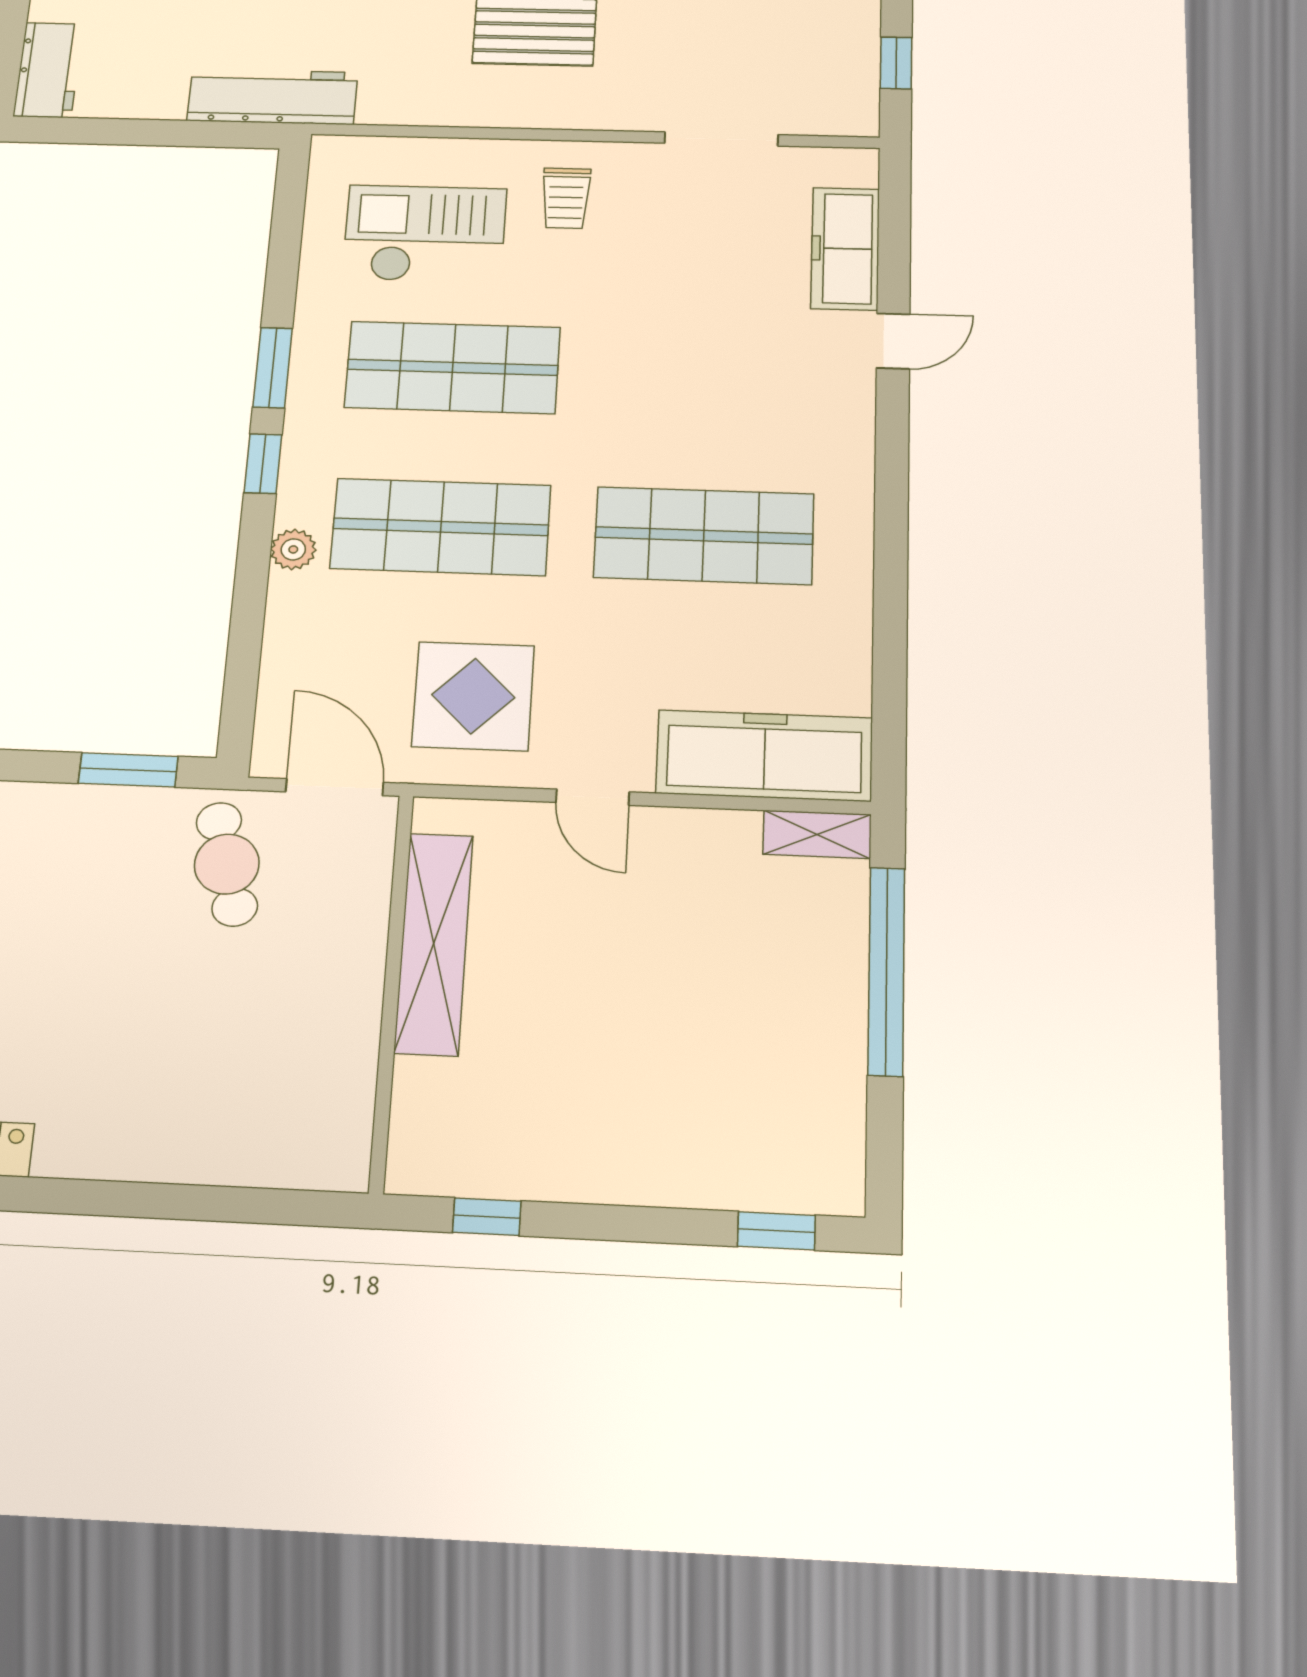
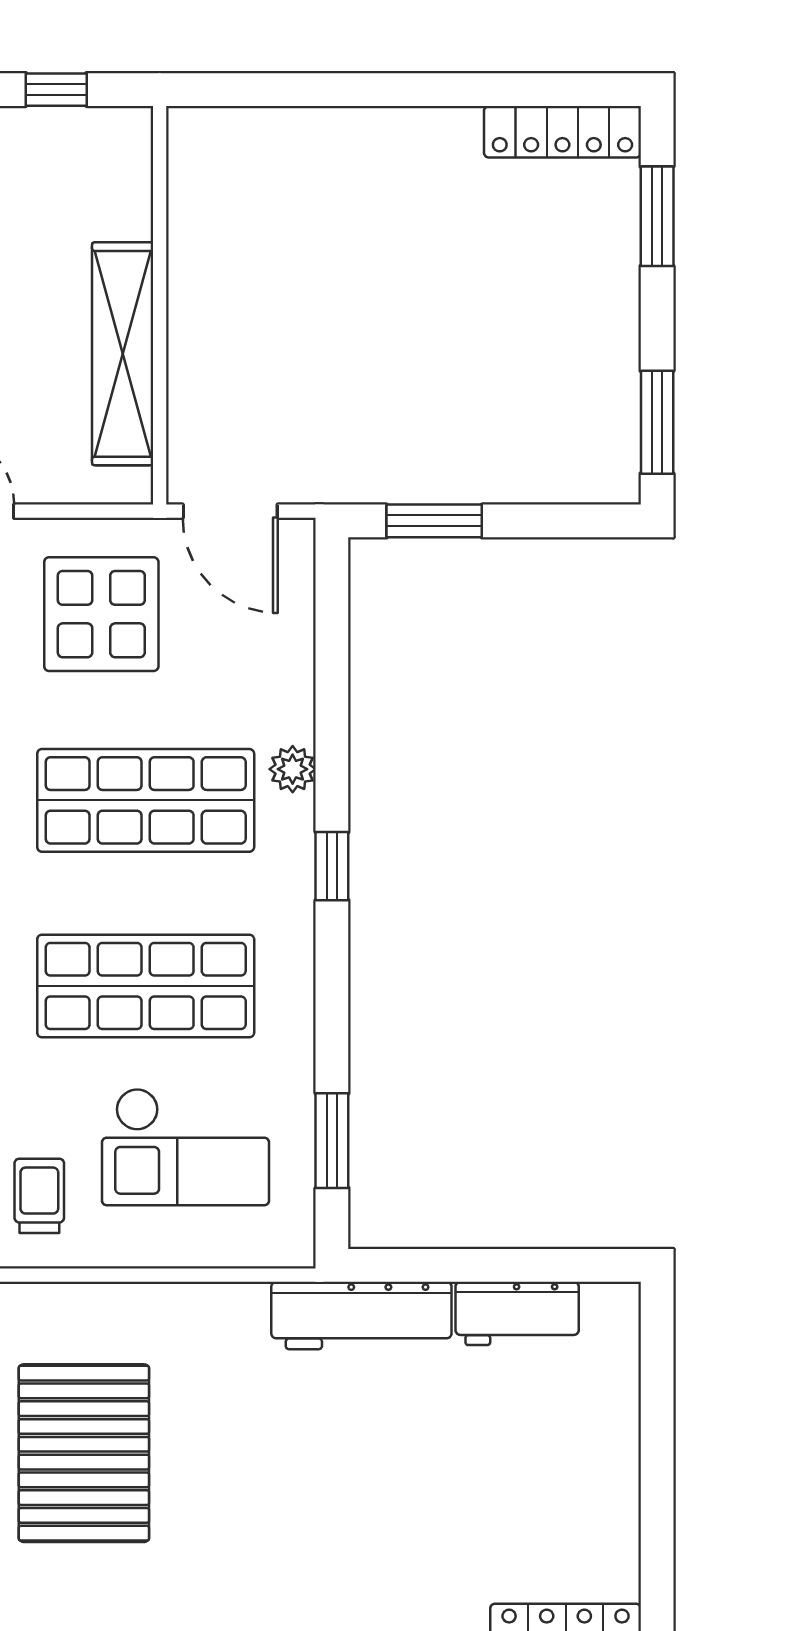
workbench: (48, 70) -> (517, 1313), moved, turned -90
window: (273, 368) -> (332, 1141), moved
cafe table: (227, 864) -> (328, 426), removed

